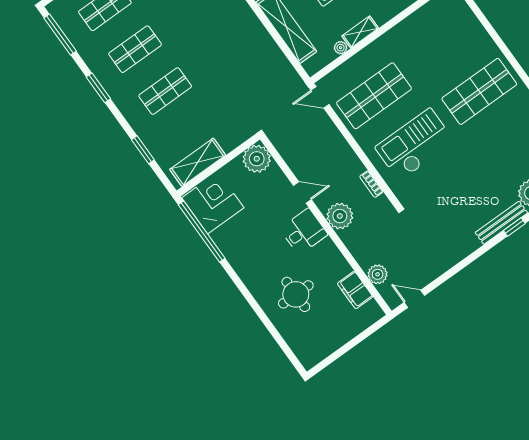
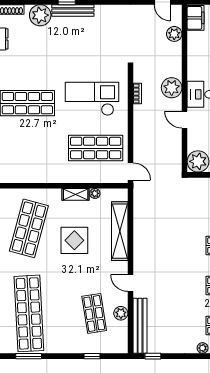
checkout: (415, 145) -> (92, 99), turned 180
filing cabinet: (355, 290) -> (196, 18), moved

